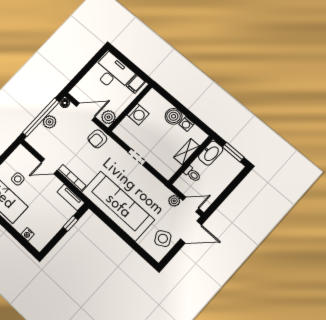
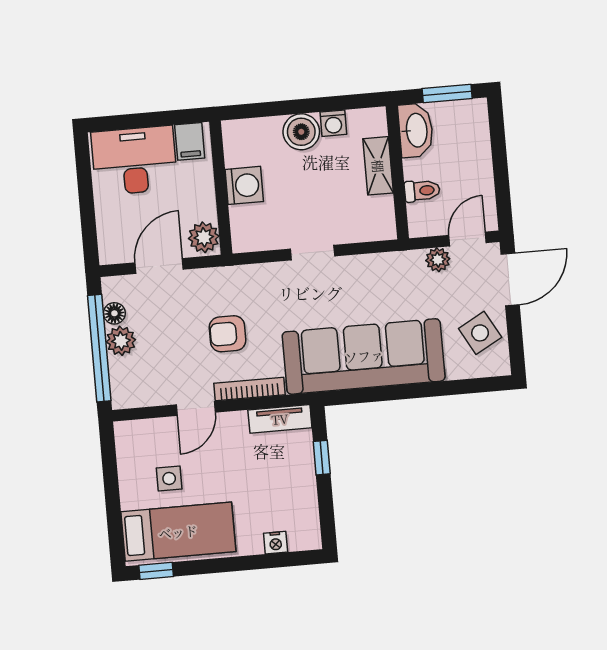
floor lamp: (65, 103) -> (114, 313), moved
armchair: (97, 139) -> (228, 334), moved, turned 85

